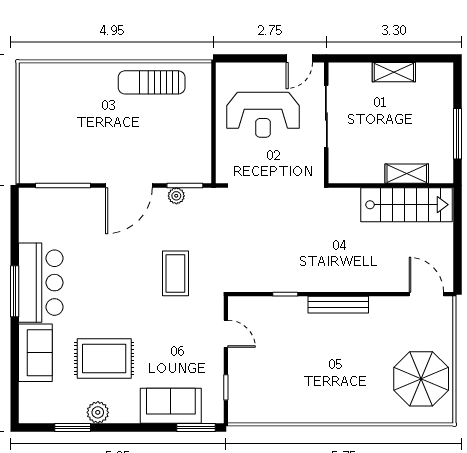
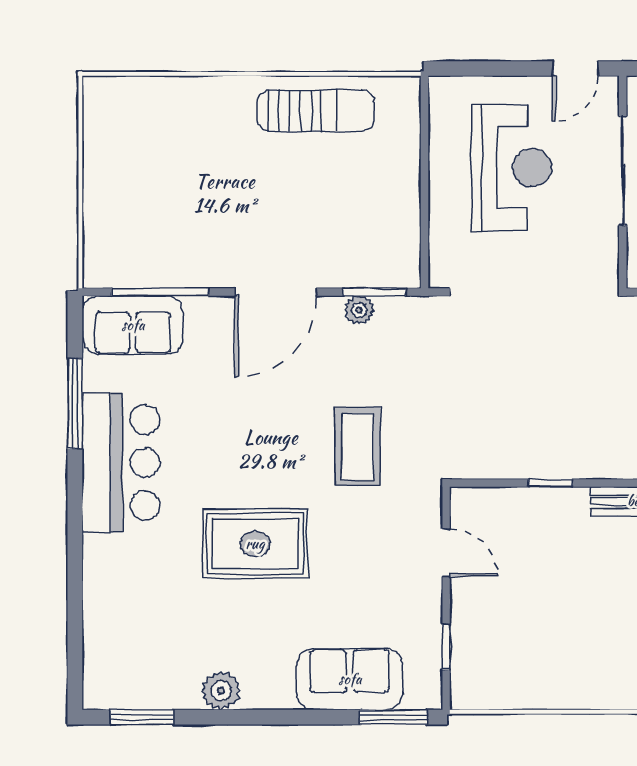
sun lounger: (152, 82) -> (316, 111), turned 180
reception desk: (263, 115) -> (511, 168), turned -90
window: (15, 291) -> (75, 404), moved
sofa: (35, 353) -> (133, 325), moved, turned 90
rug: (104, 359) -> (255, 544), moved
window: (73, 427) -> (142, 717), moved

